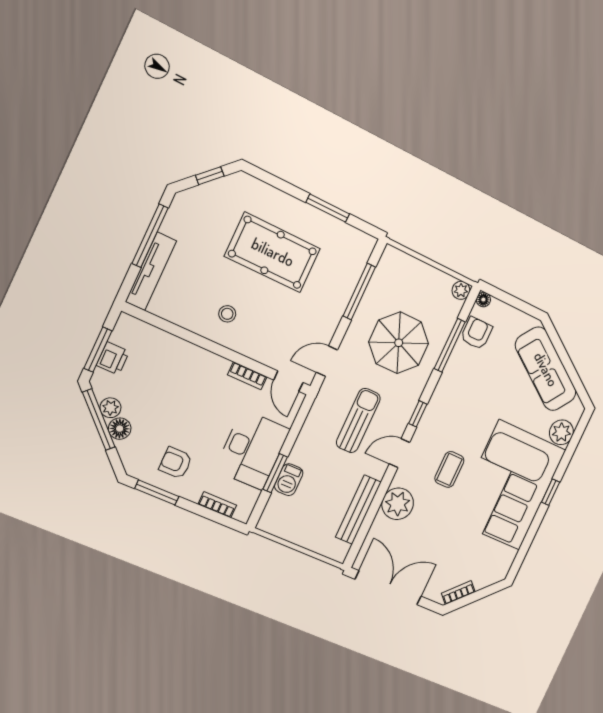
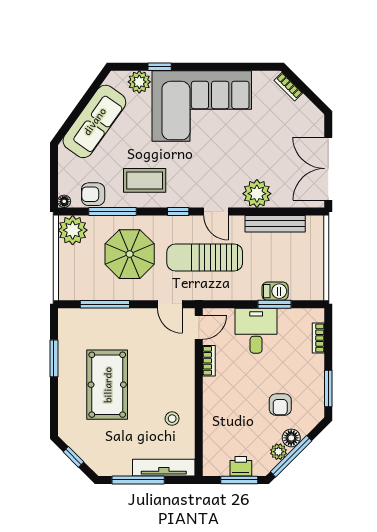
plant: (461, 290) -> (73, 230), width x1.88, depth x1.88
stool: (227, 314) -> (172, 419), moved
sun lounger: (358, 420) -> (205, 258), width x1.36, depth x1.34
desk: (252, 450) -> (256, 331), width x0.73
armchair: (176, 463) -> (280, 405), moved
coffee table: (449, 469) -> (145, 180), moved, width x1.36, depth x1.30
window: (551, 492) -> (160, 67), moved
bookcase: (458, 593) -> (288, 87), moved

